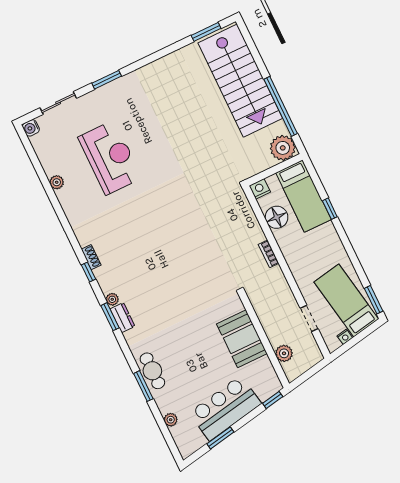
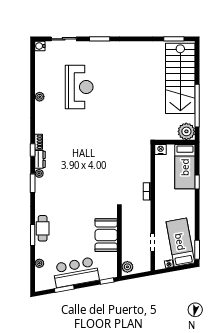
plant: (57, 182) -> (40, 97), moved
floor lamp: (277, 217) -> (162, 172), removed
dresser: (122, 318) -> (40, 159), moved
plant: (284, 353) -> (127, 267), moved

